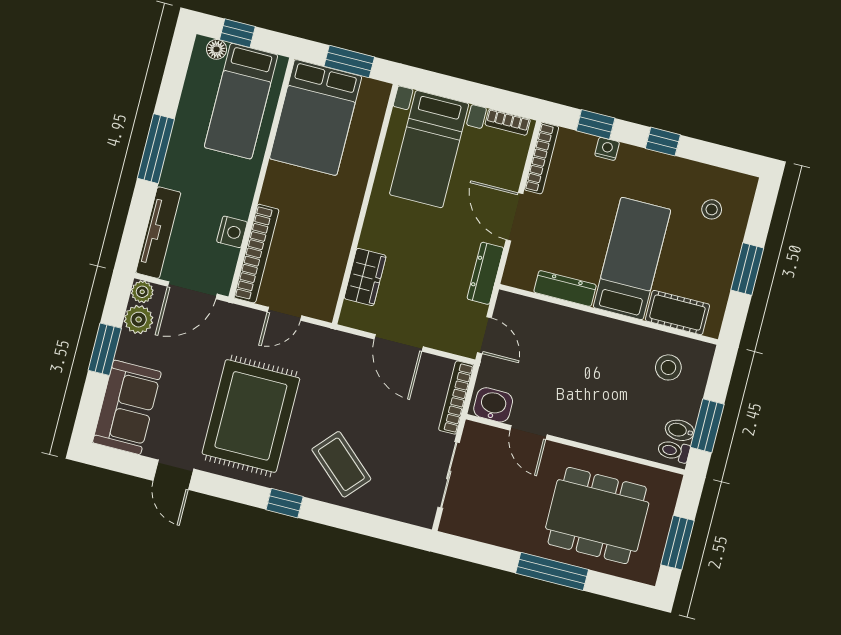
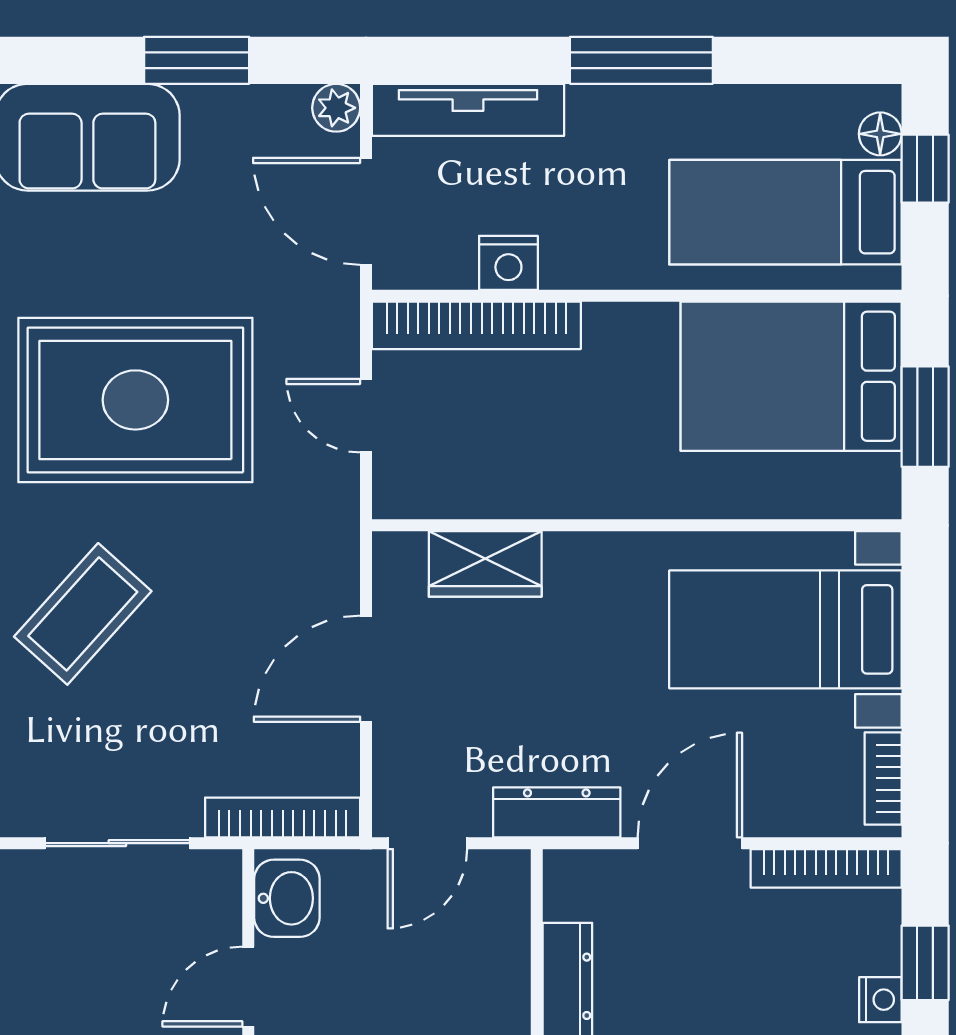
plant: (139, 320) -> (276, 115), removed

